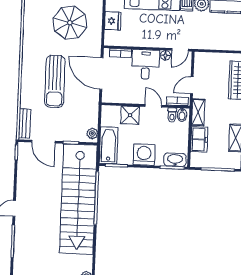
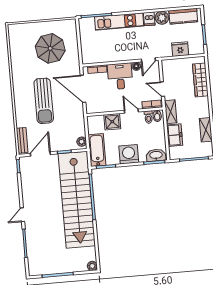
fridge: (113, 21) -> (180, 49), moved, turned -90
door: (192, 85) -> (162, 89), hinge flipped
door: (43, 142) -> (40, 154), swing flipped

